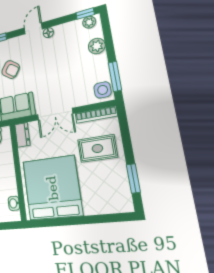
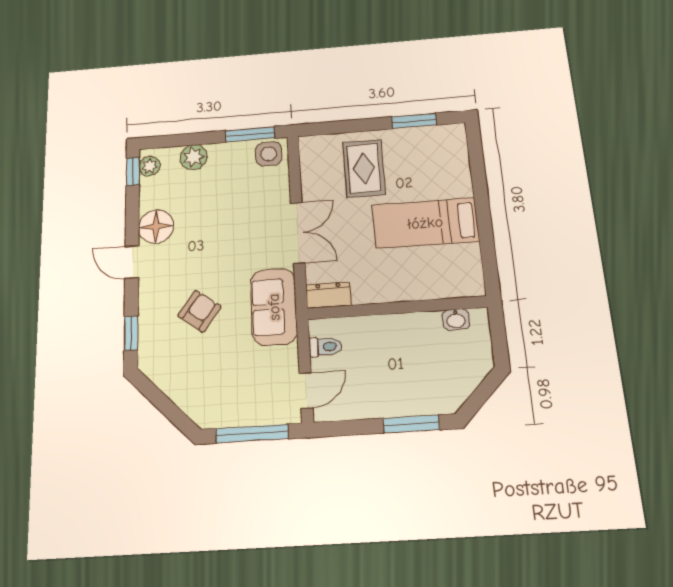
floor lamp: (48, 33) -> (156, 227), width x1.89, depth x1.89
bookcase: (96, 115) -> (308, 166), removed
bed: (52, 188) -> (425, 223), width x0.49

